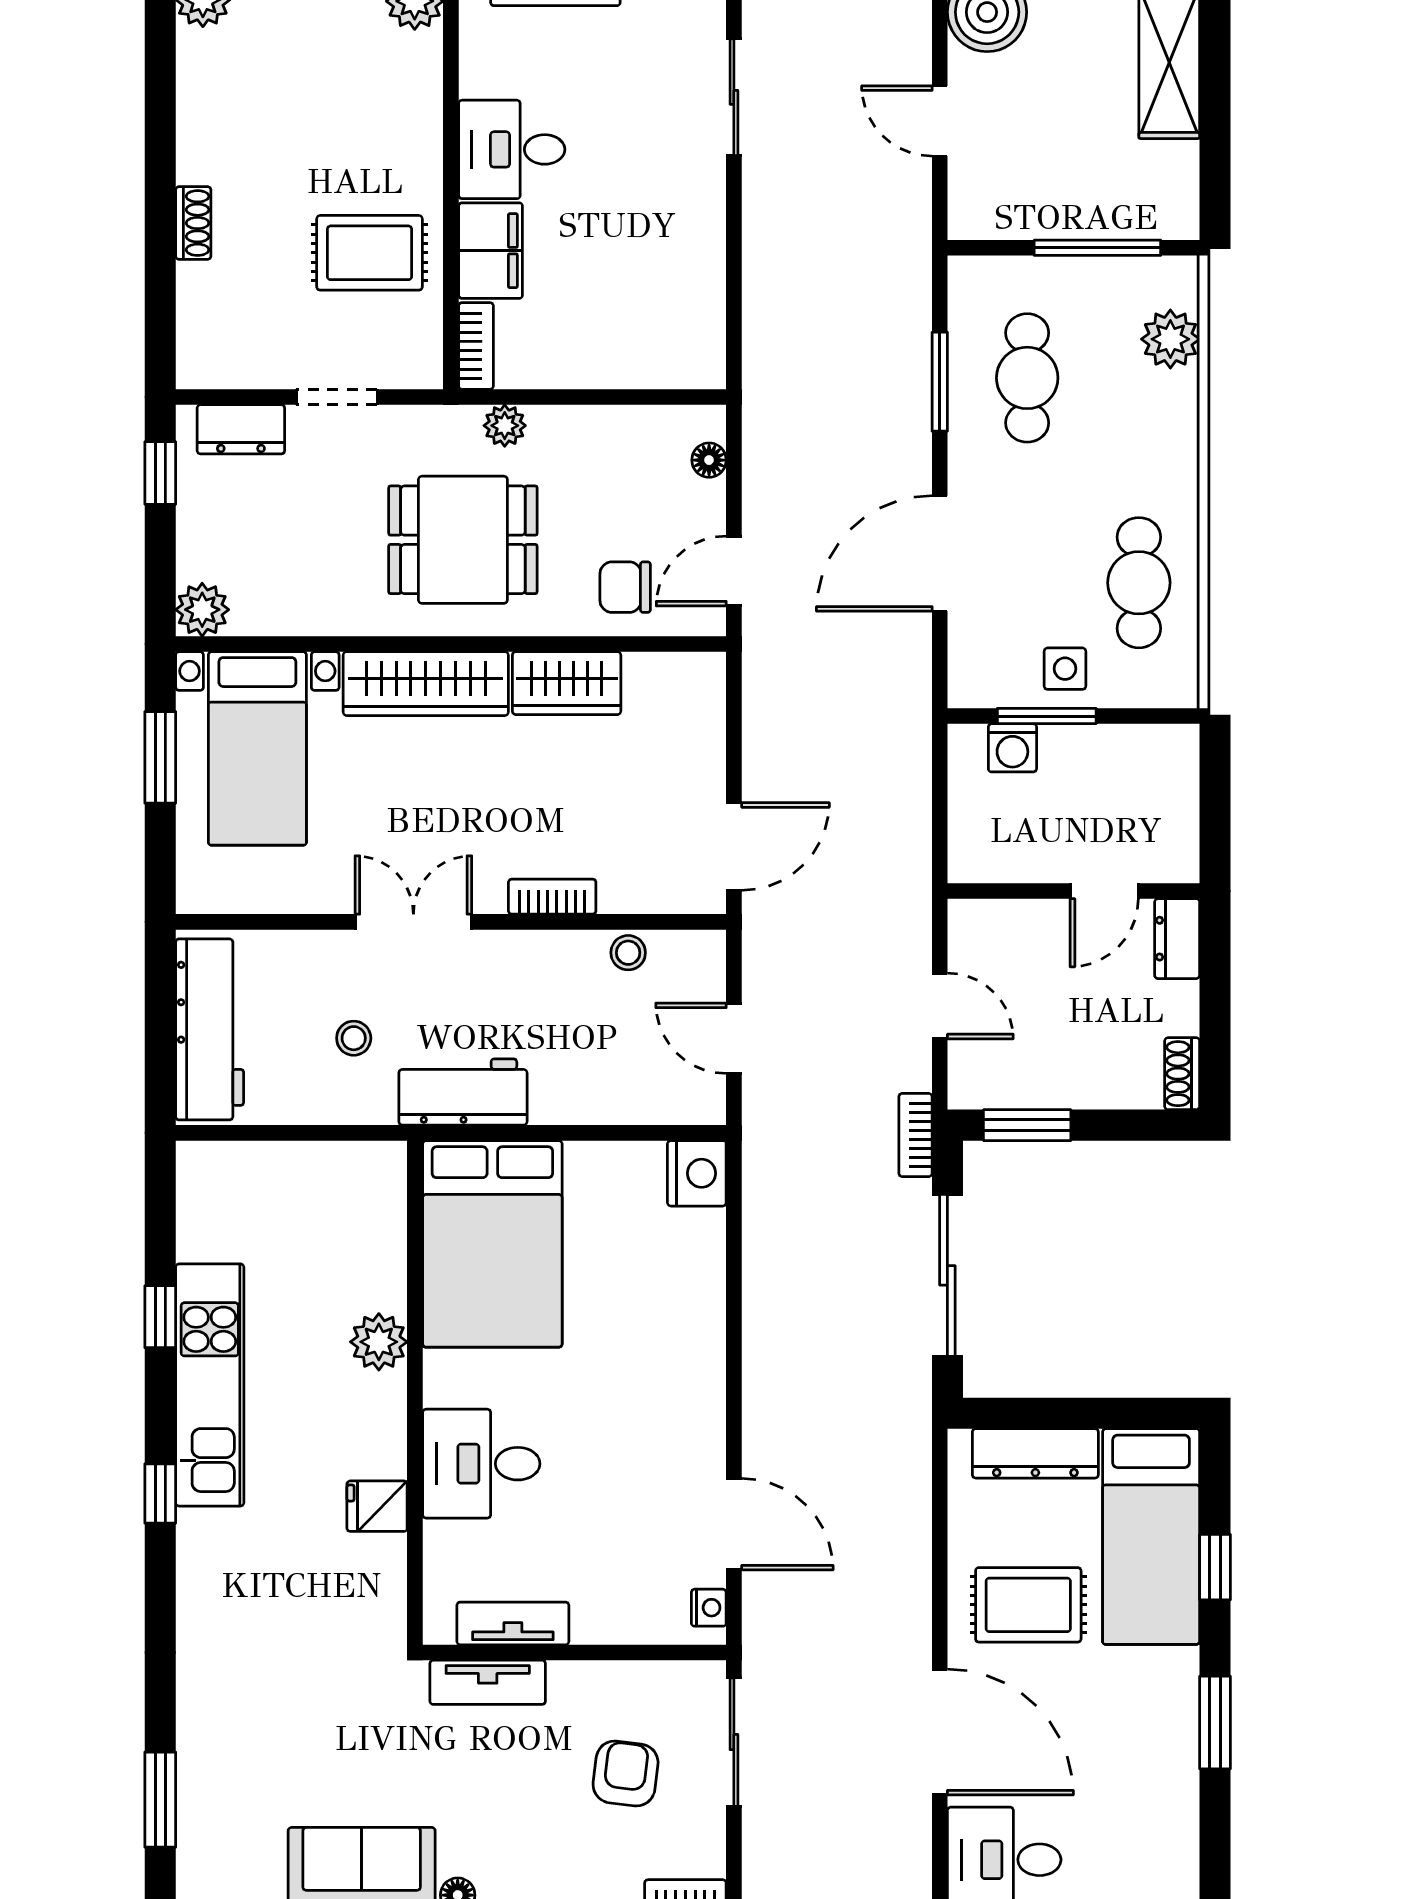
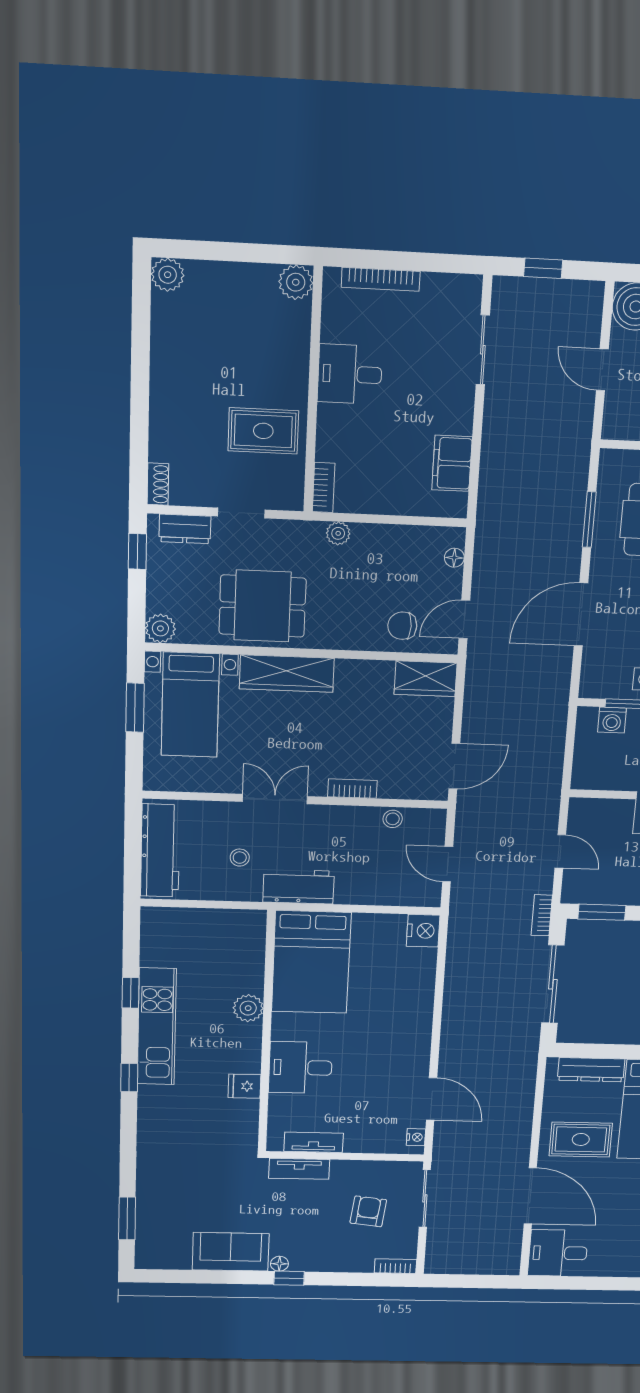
shoe rack: (193, 223) -> (158, 484), moved
filing cabinet: (491, 251) -> (452, 463), moved, turned 180
dining table: (463, 540) -> (263, 606), moved
wardrobe: (567, 683) -> (426, 679), moved

